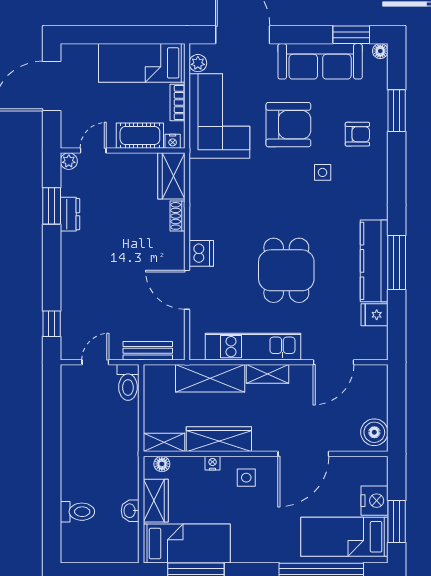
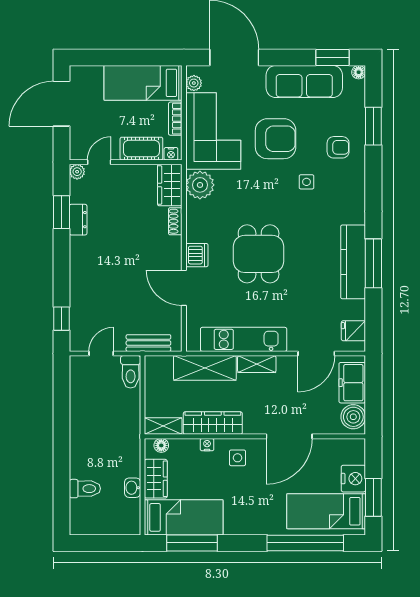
plant: (205, 176) -> (200, 185), added
dining table: (286, 270) -> (259, 254), moved
fridge: (375, 315) -> (353, 331), moved
freezer: (373, 395) -> (352, 383), added

